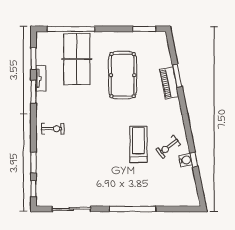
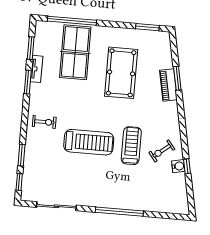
treadmill: (97, 145) -> (89, 142), added

